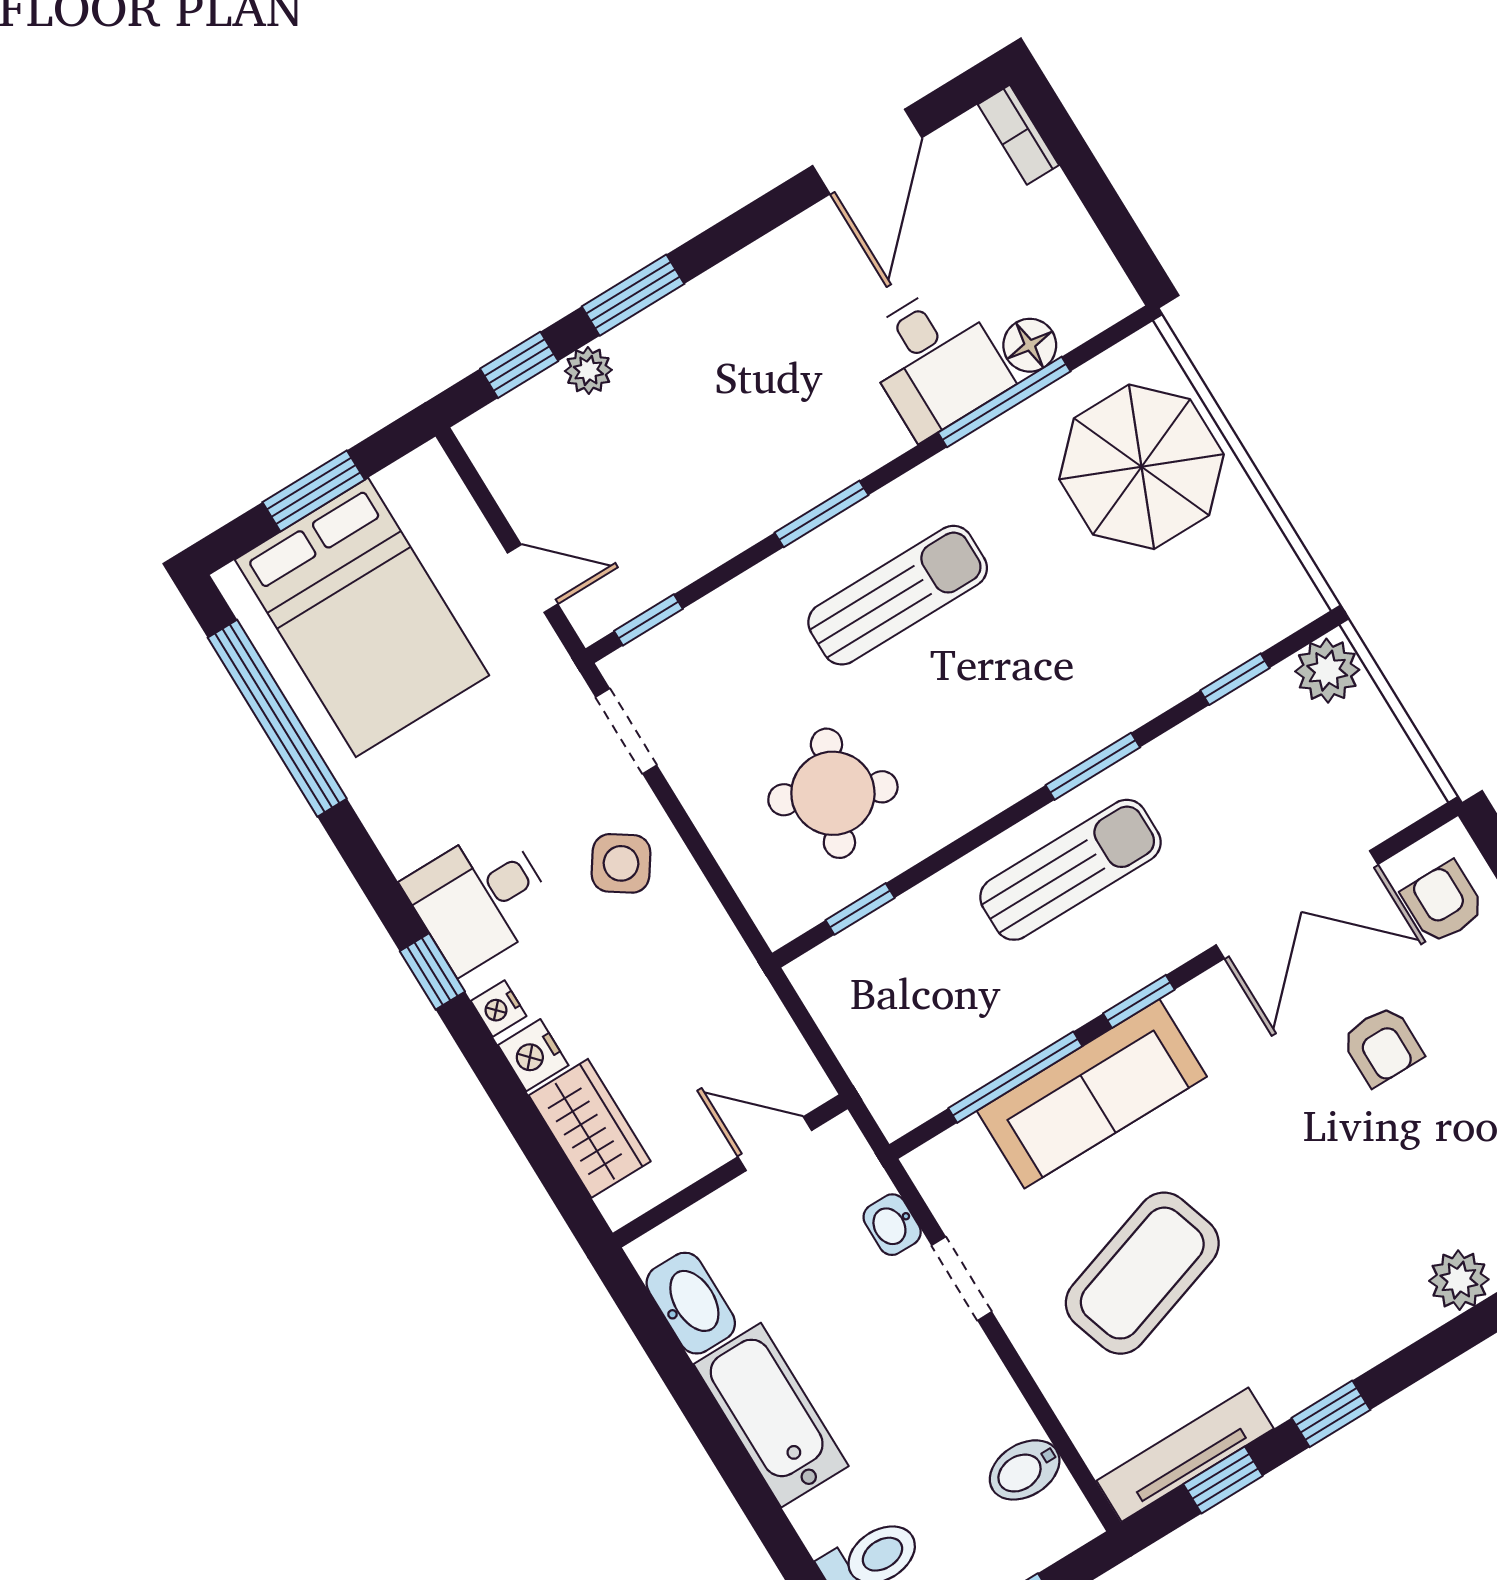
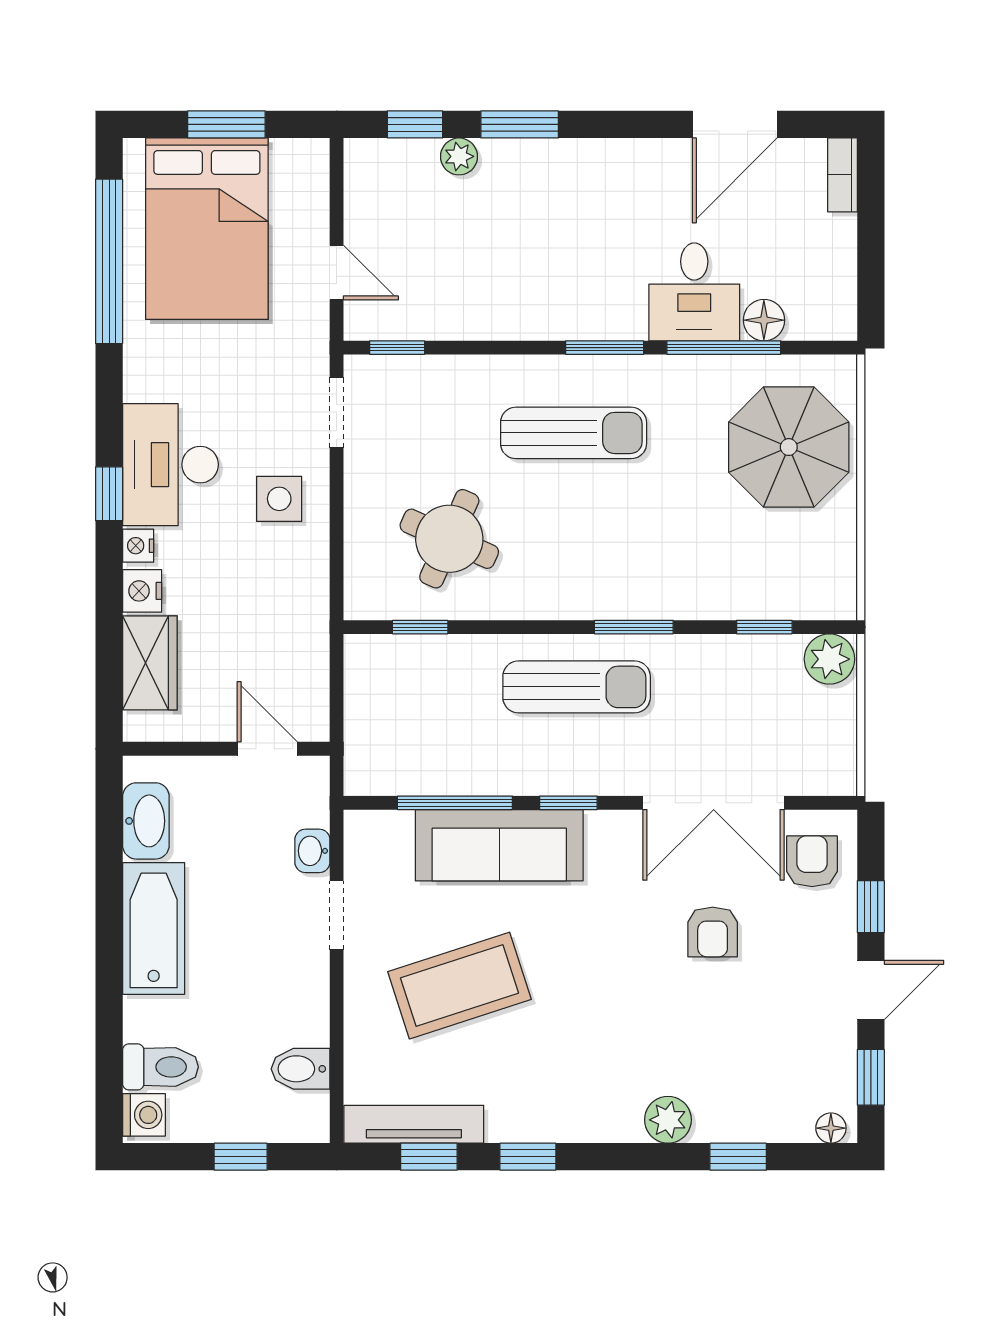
window: (822, 514) -> (605, 348), moved
side table: (621, 863) -> (279, 499), turned -34
desk: (480, 899) -> (170, 465), width x1.37

